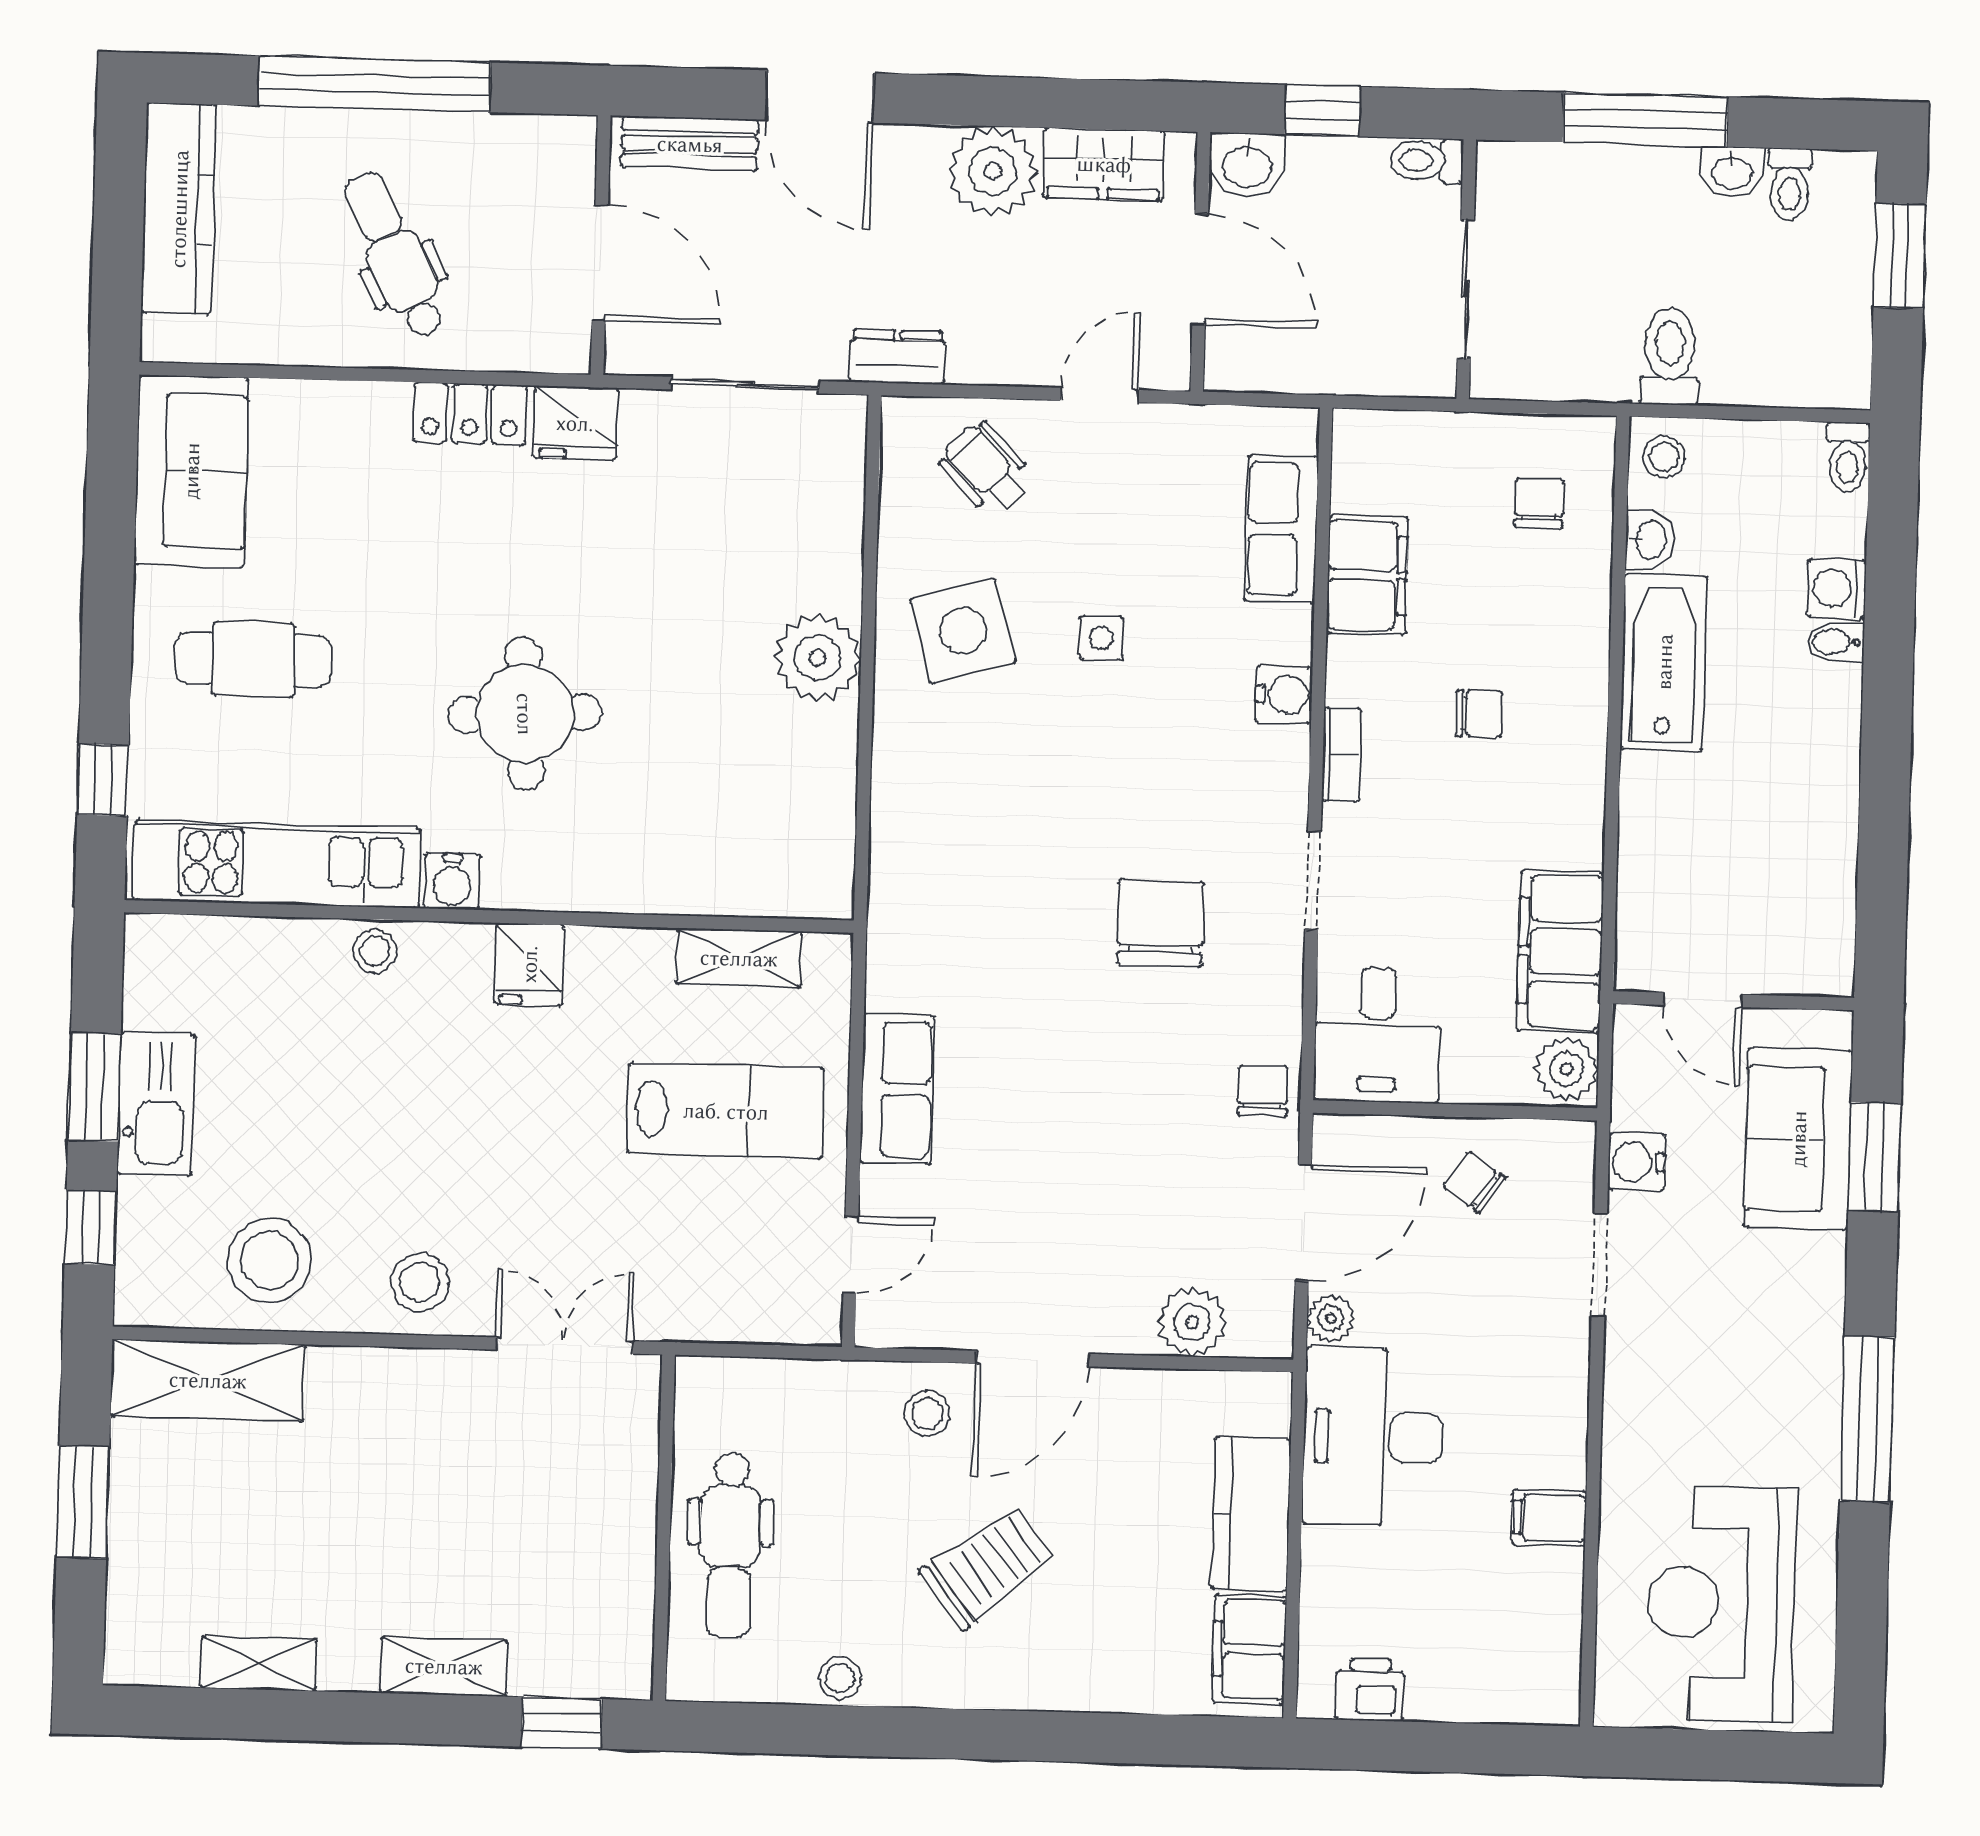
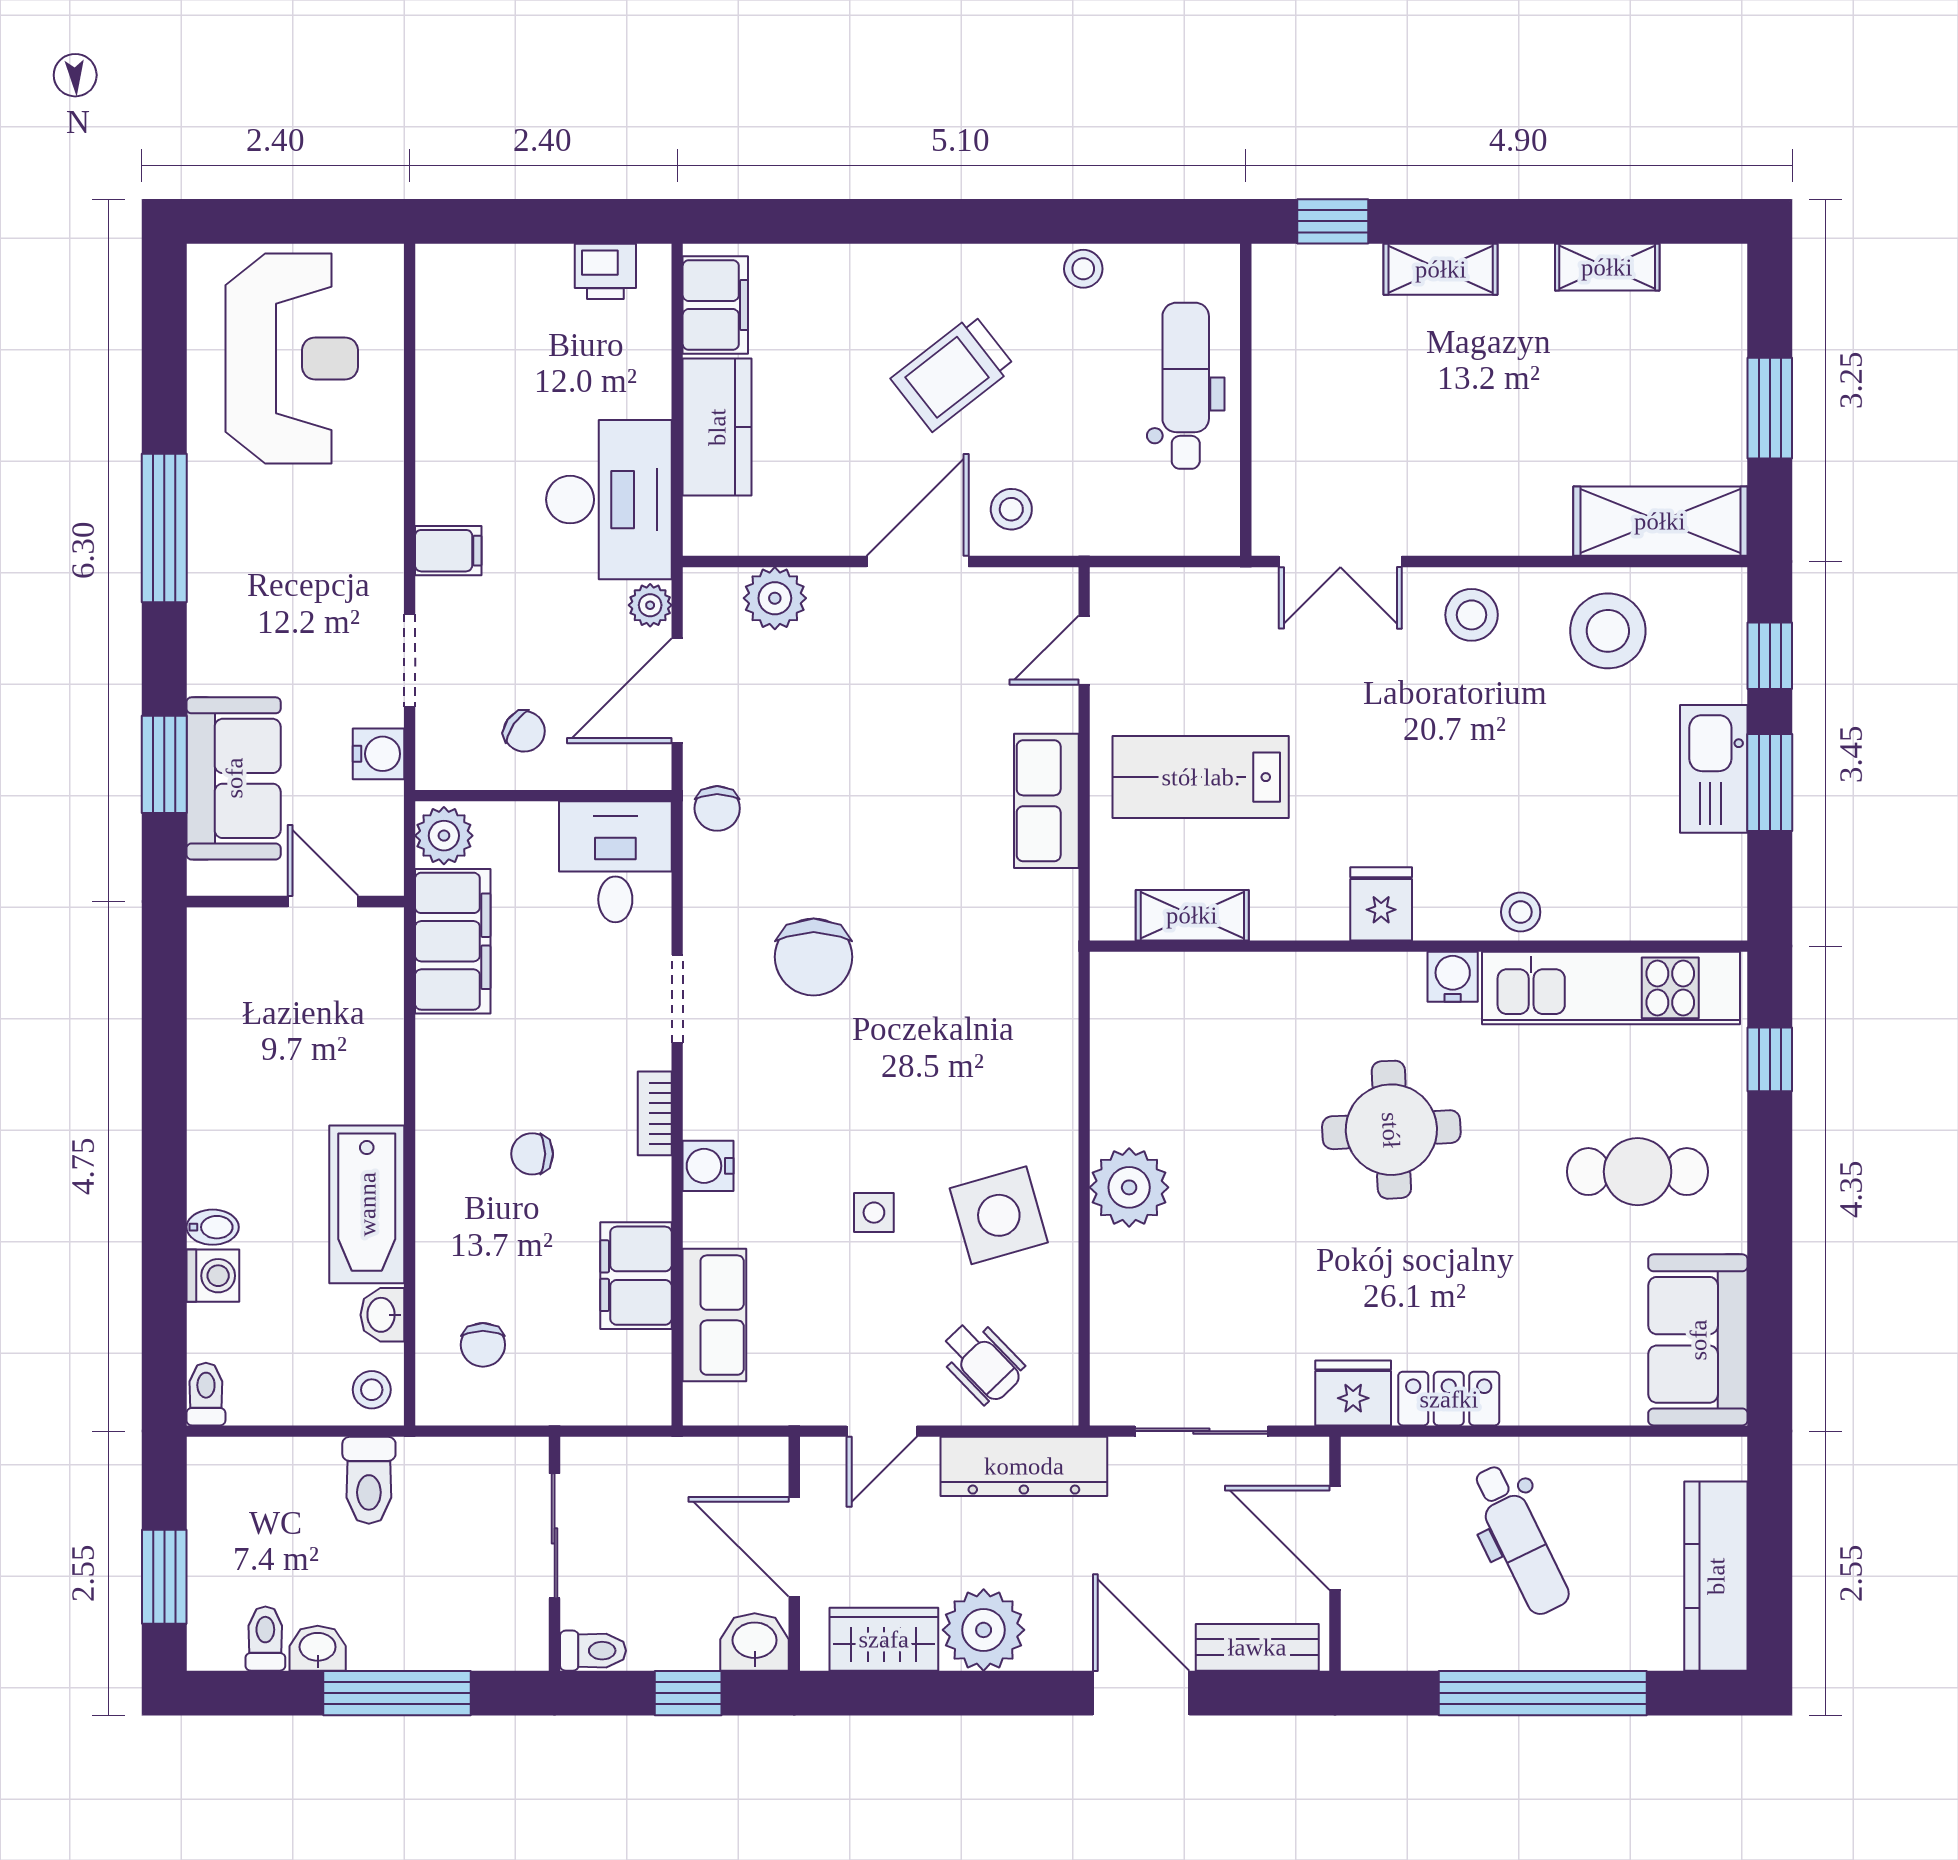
dresser: (897, 357) -> (1024, 1466), width x1.96, depth x1.24
filing cabinet: (1549, 1518) -> (448, 551), moved

